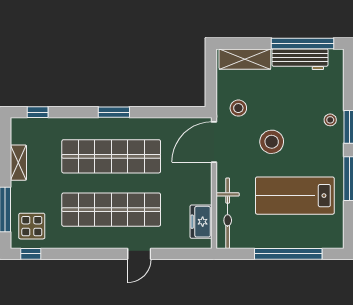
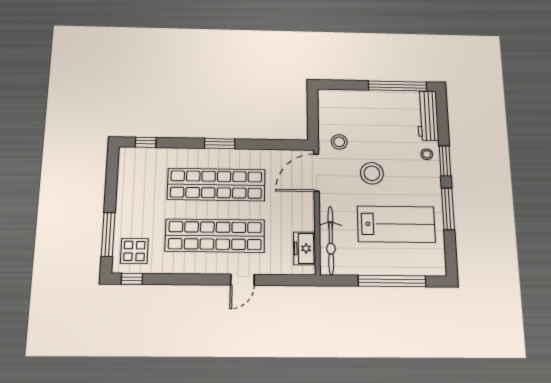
shelving: (245, 59) -> (344, 98), removed
workbench: (300, 59) -> (428, 116), moved, turned 90
shelving: (18, 163) -> (124, 189), removed
lab bench: (295, 196) -> (396, 224), turned 180

